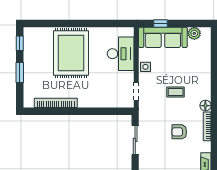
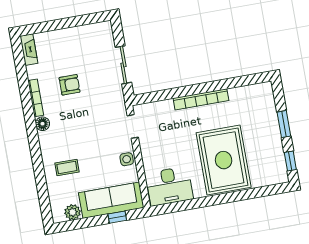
desk: (121, 54) -> (169, 186), moved, turned -90
coffee table: (176, 92) -> (67, 167), moved
bookcase: (56, 103) -> (201, 99), moved

